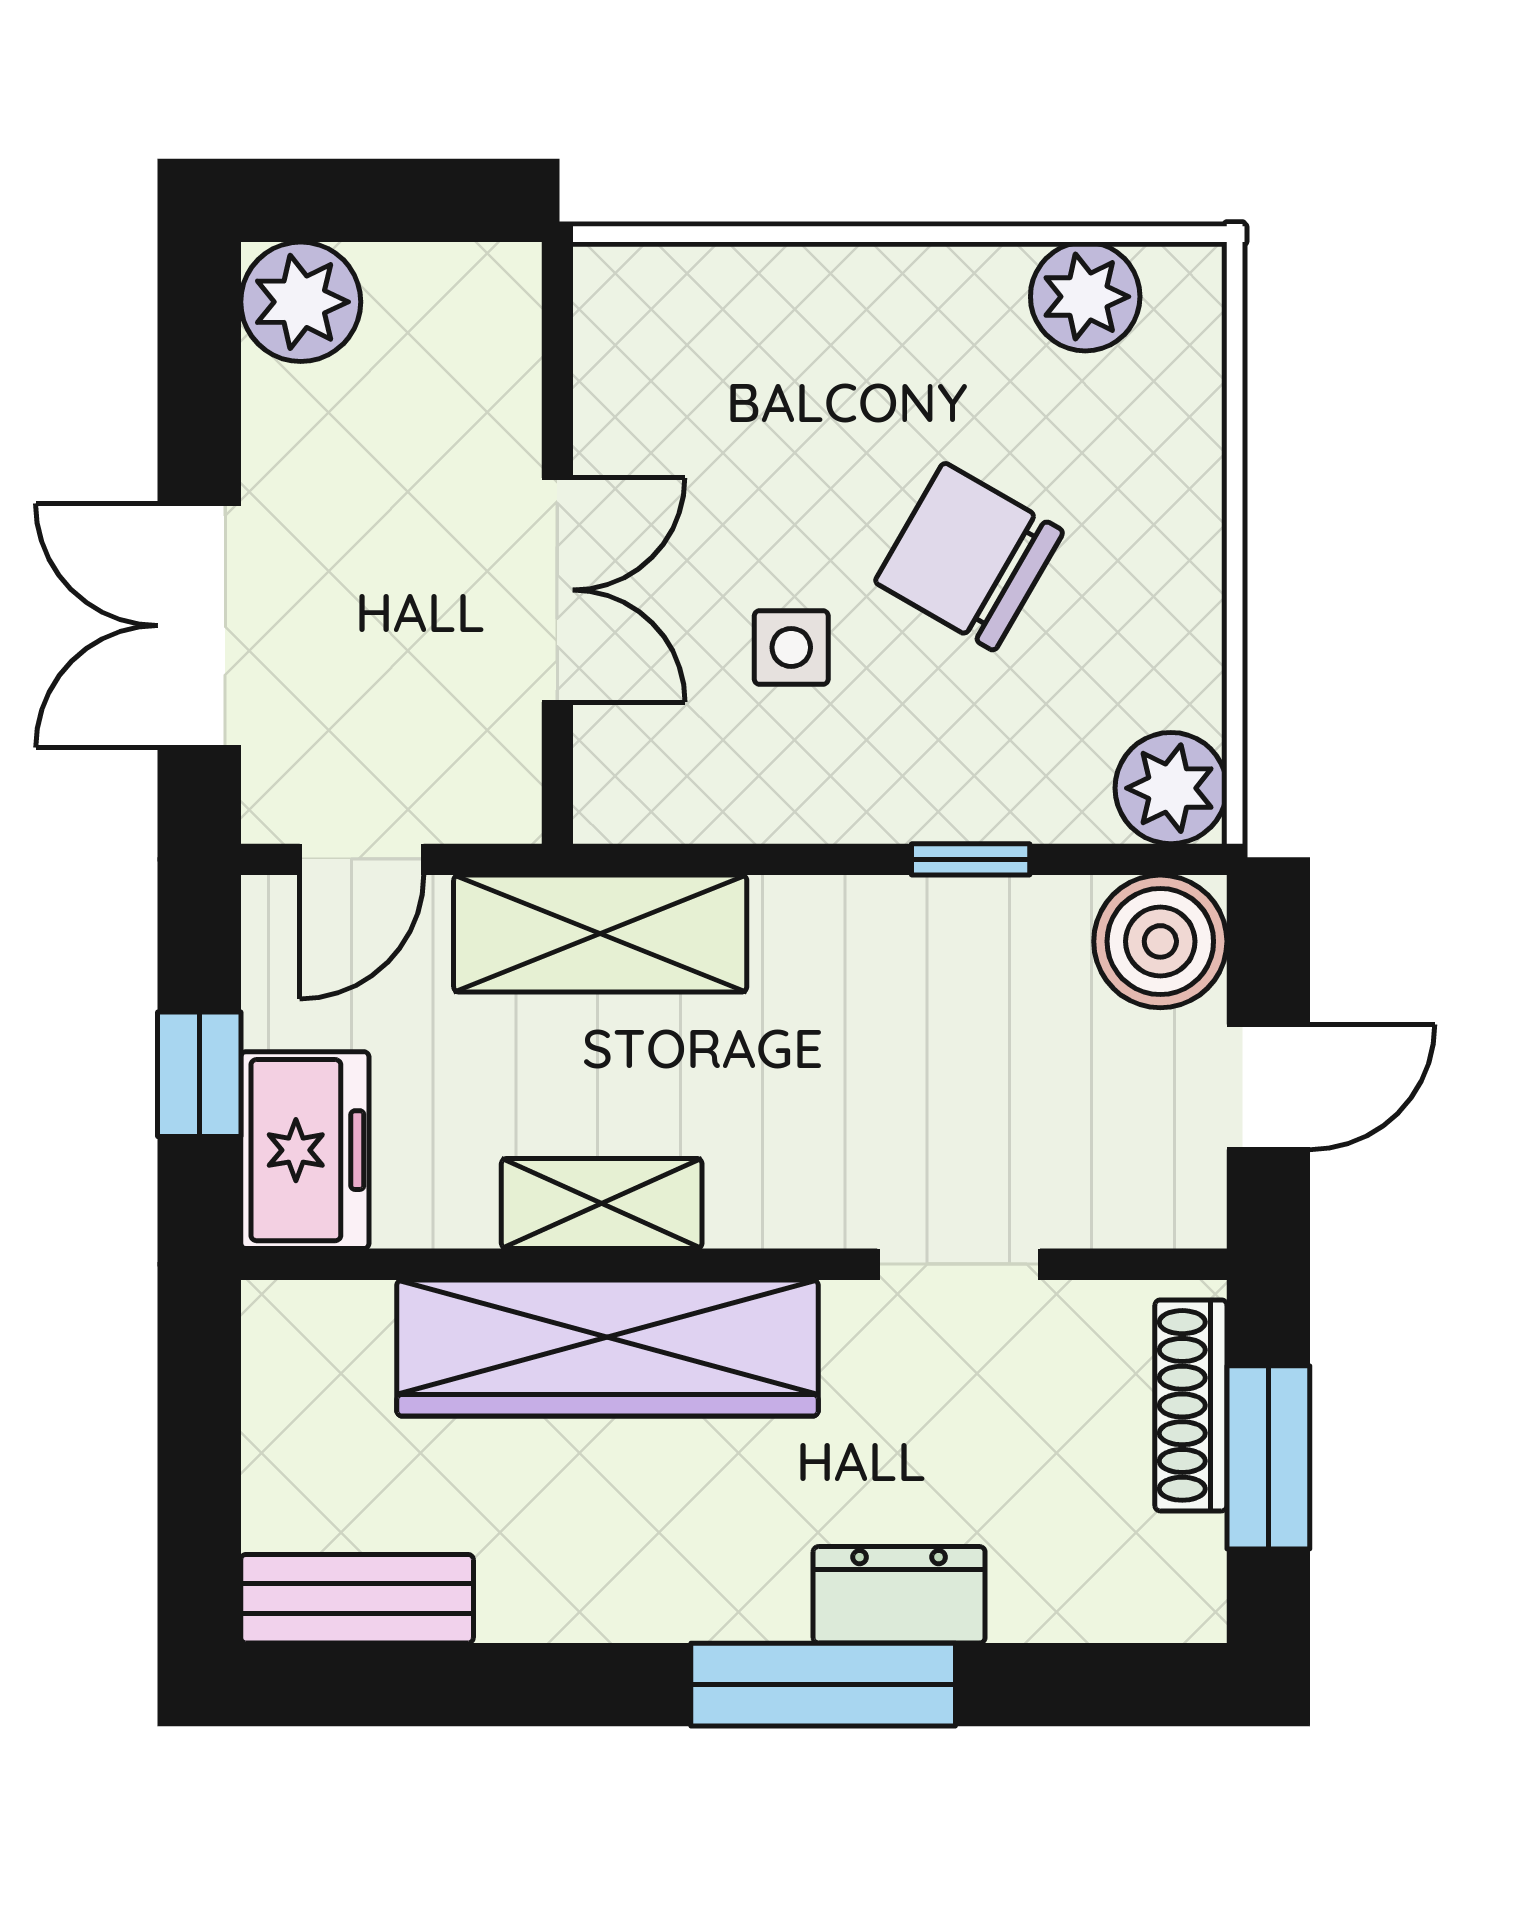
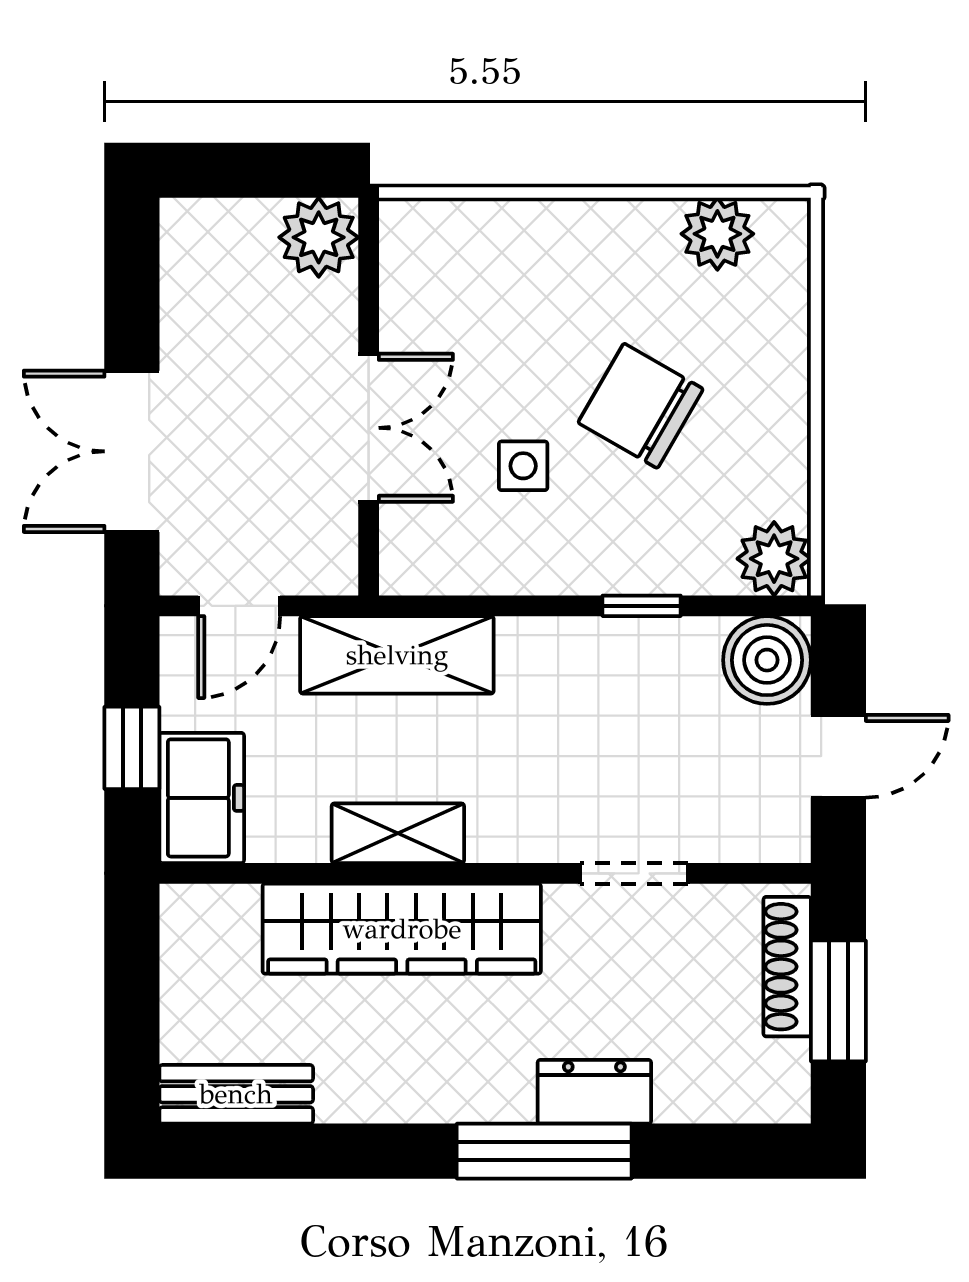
plant: (301, 302) -> (319, 237), moved

